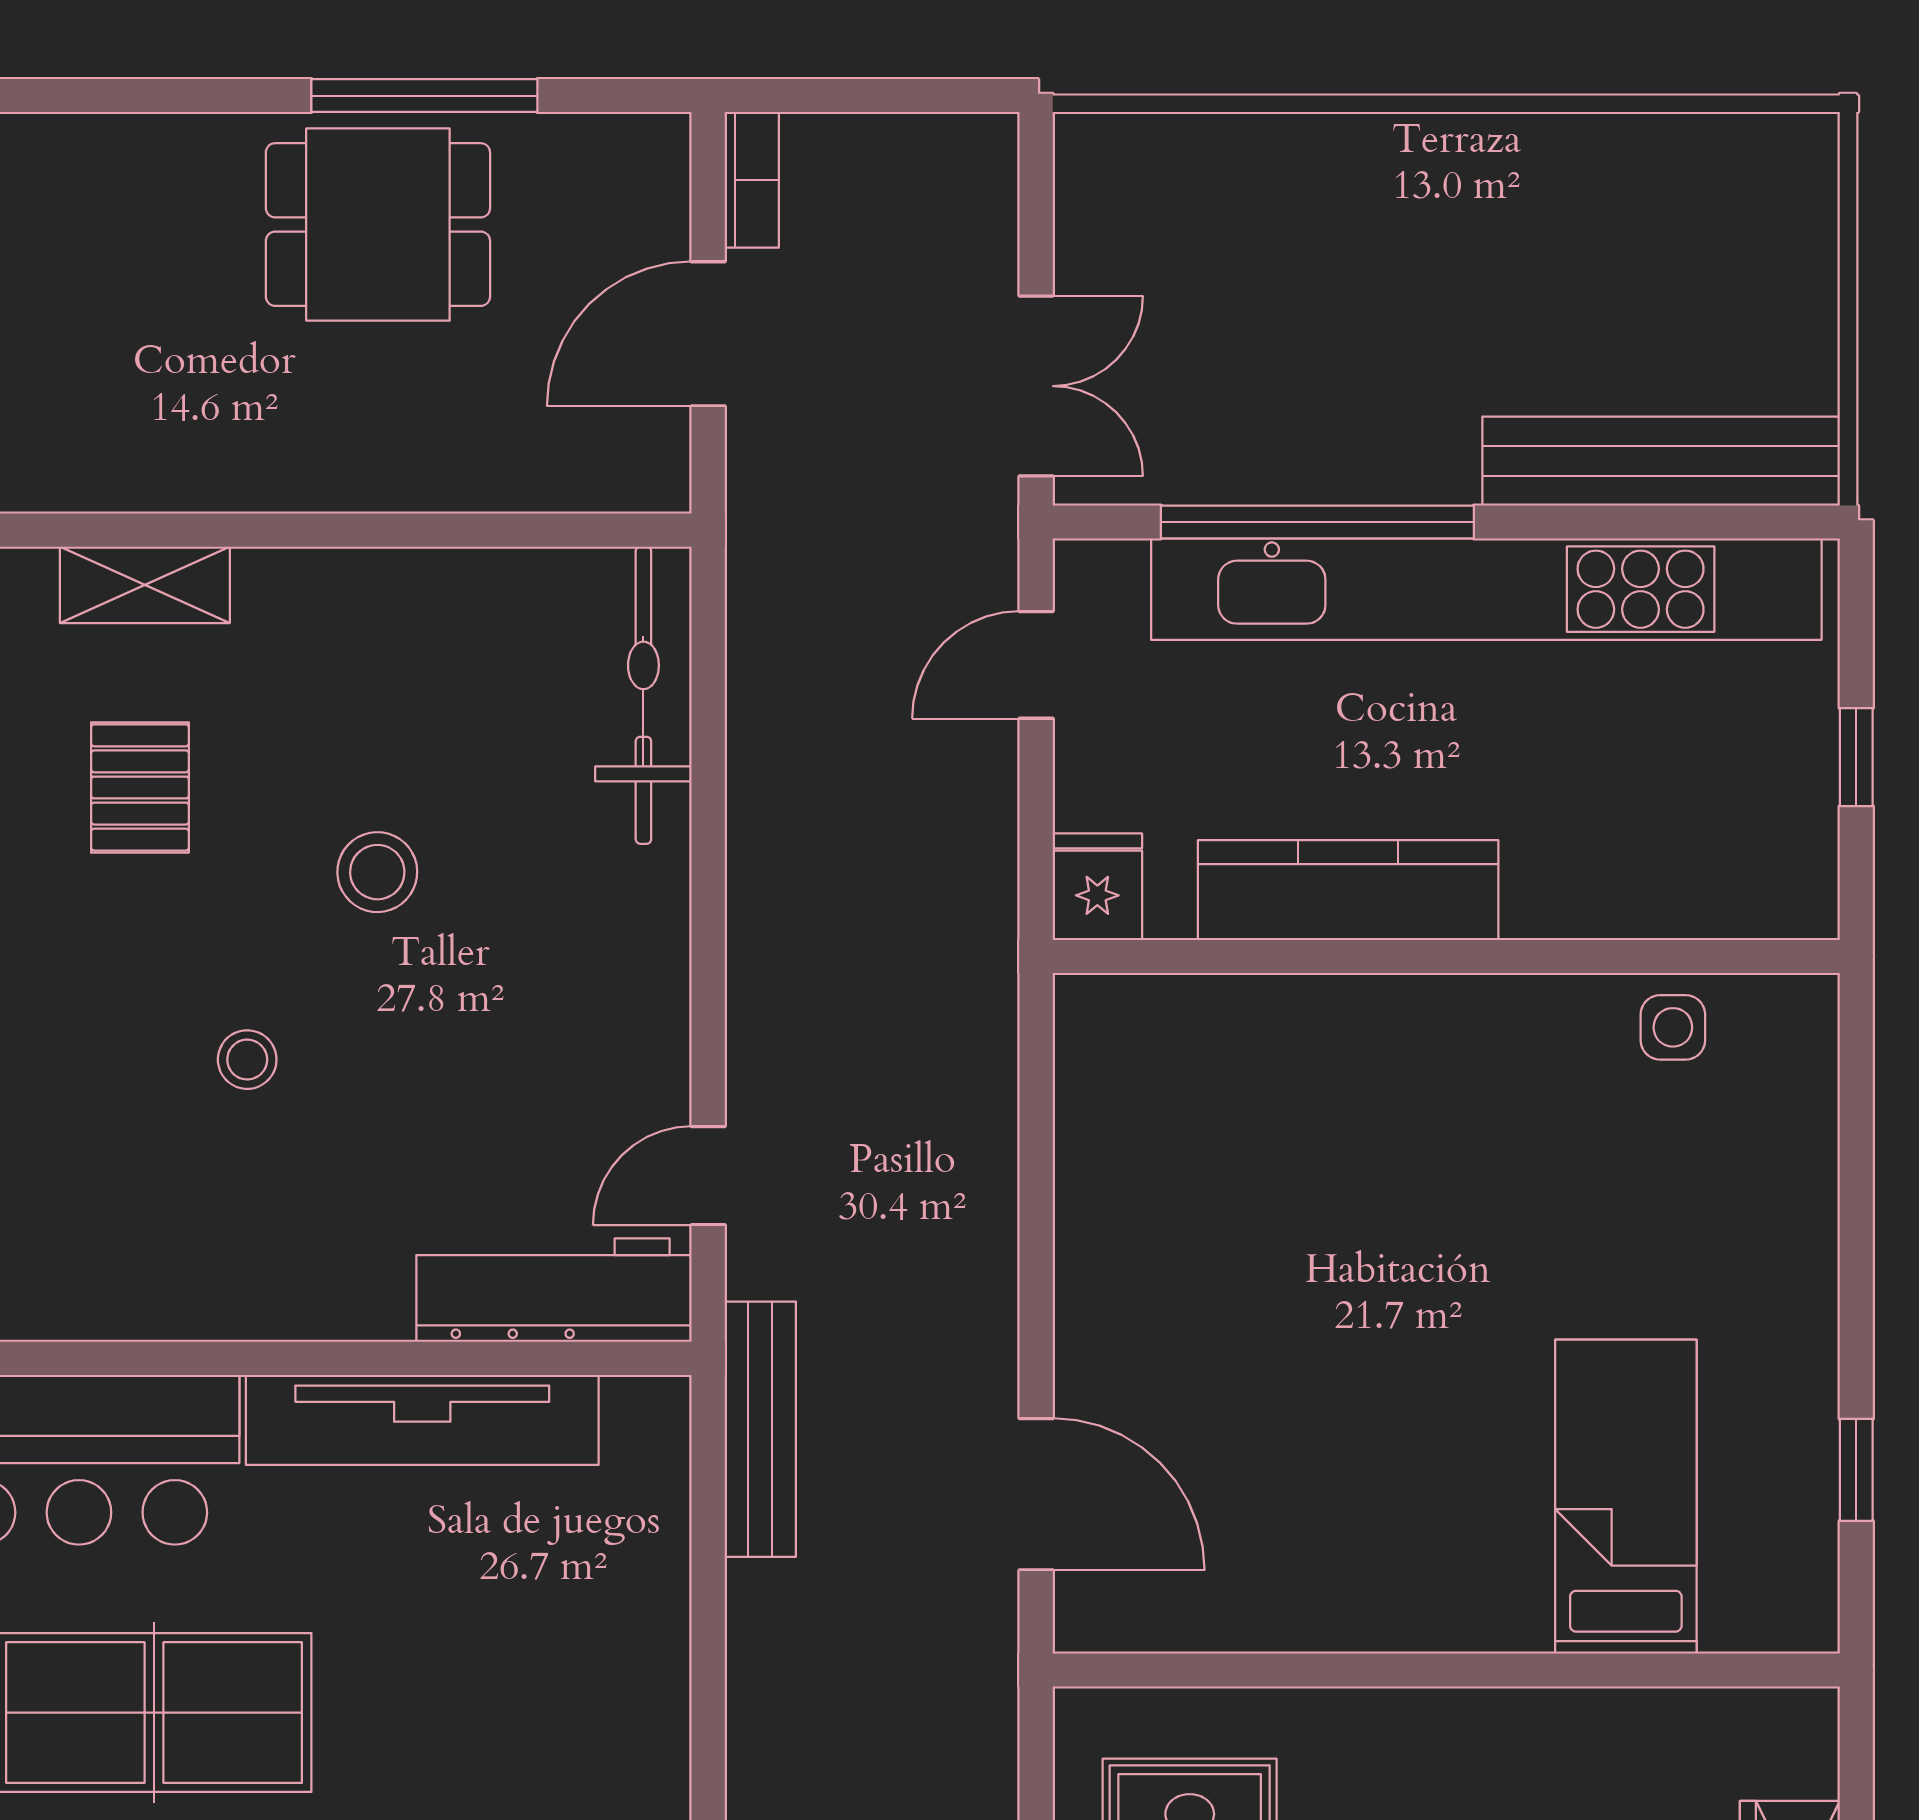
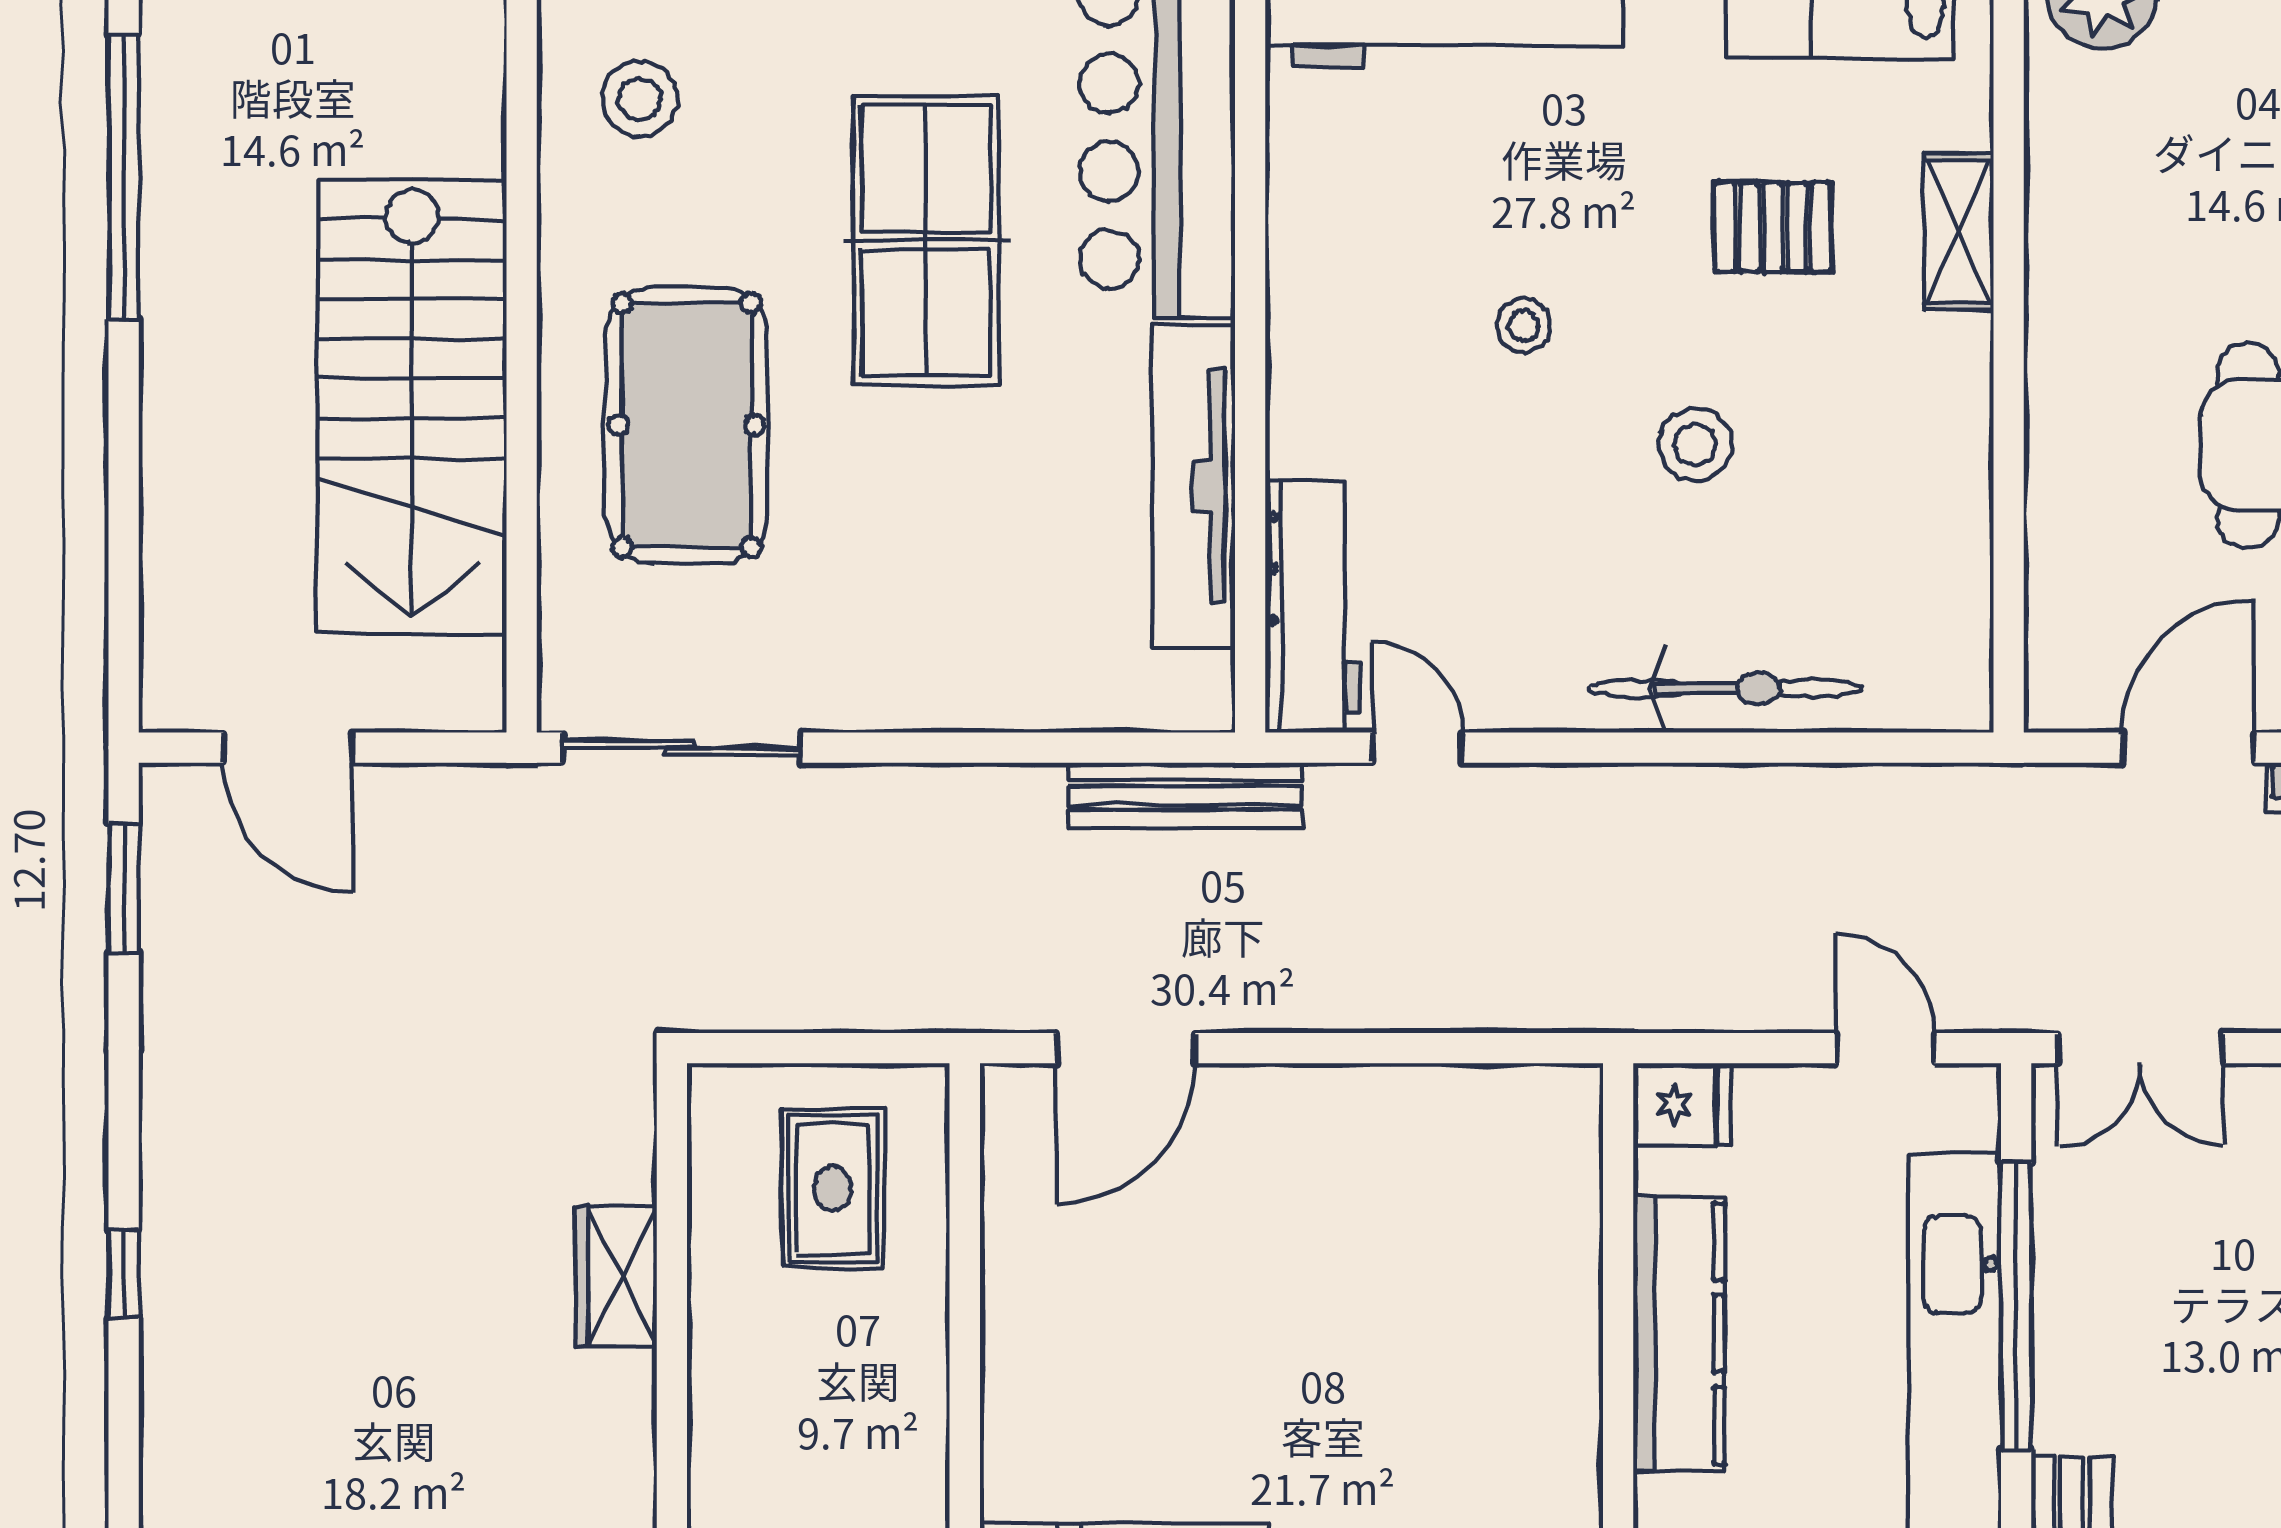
door: (708, 334) -> (2188, 748), hinge flipped
bicycle: (643, 695) -> (1726, 688), moved

